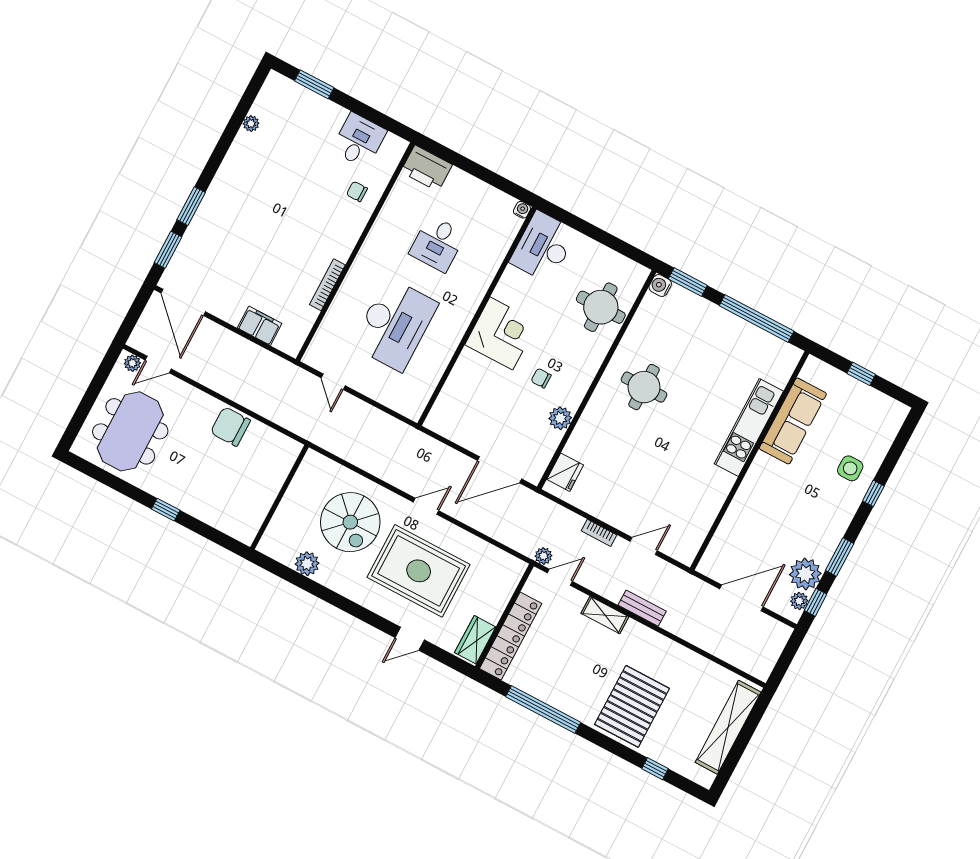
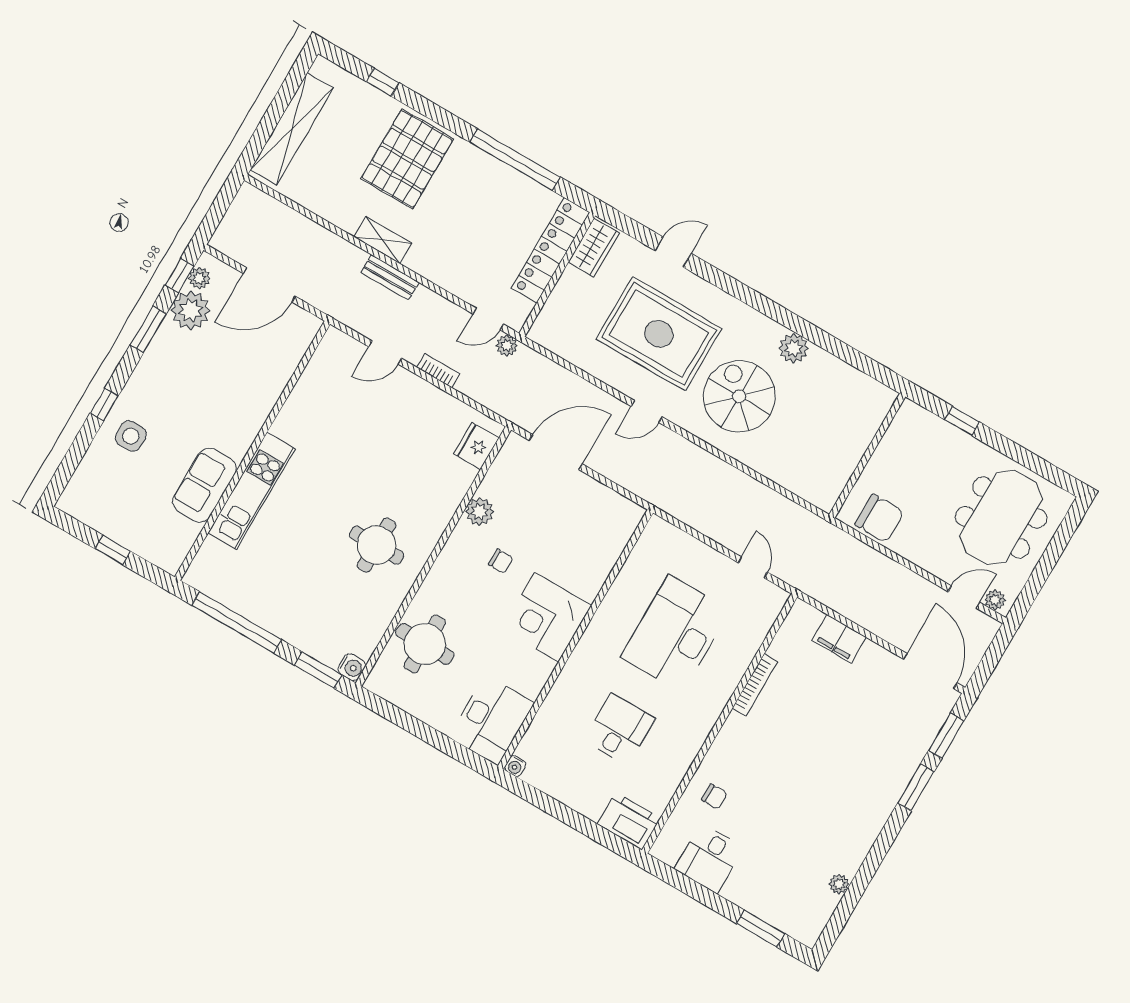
sofa: (793, 421) -> (204, 485), width x0.73
wall: (280, 497) -> (867, 456), moved
shelving: (605, 615) -> (383, 240), moved

